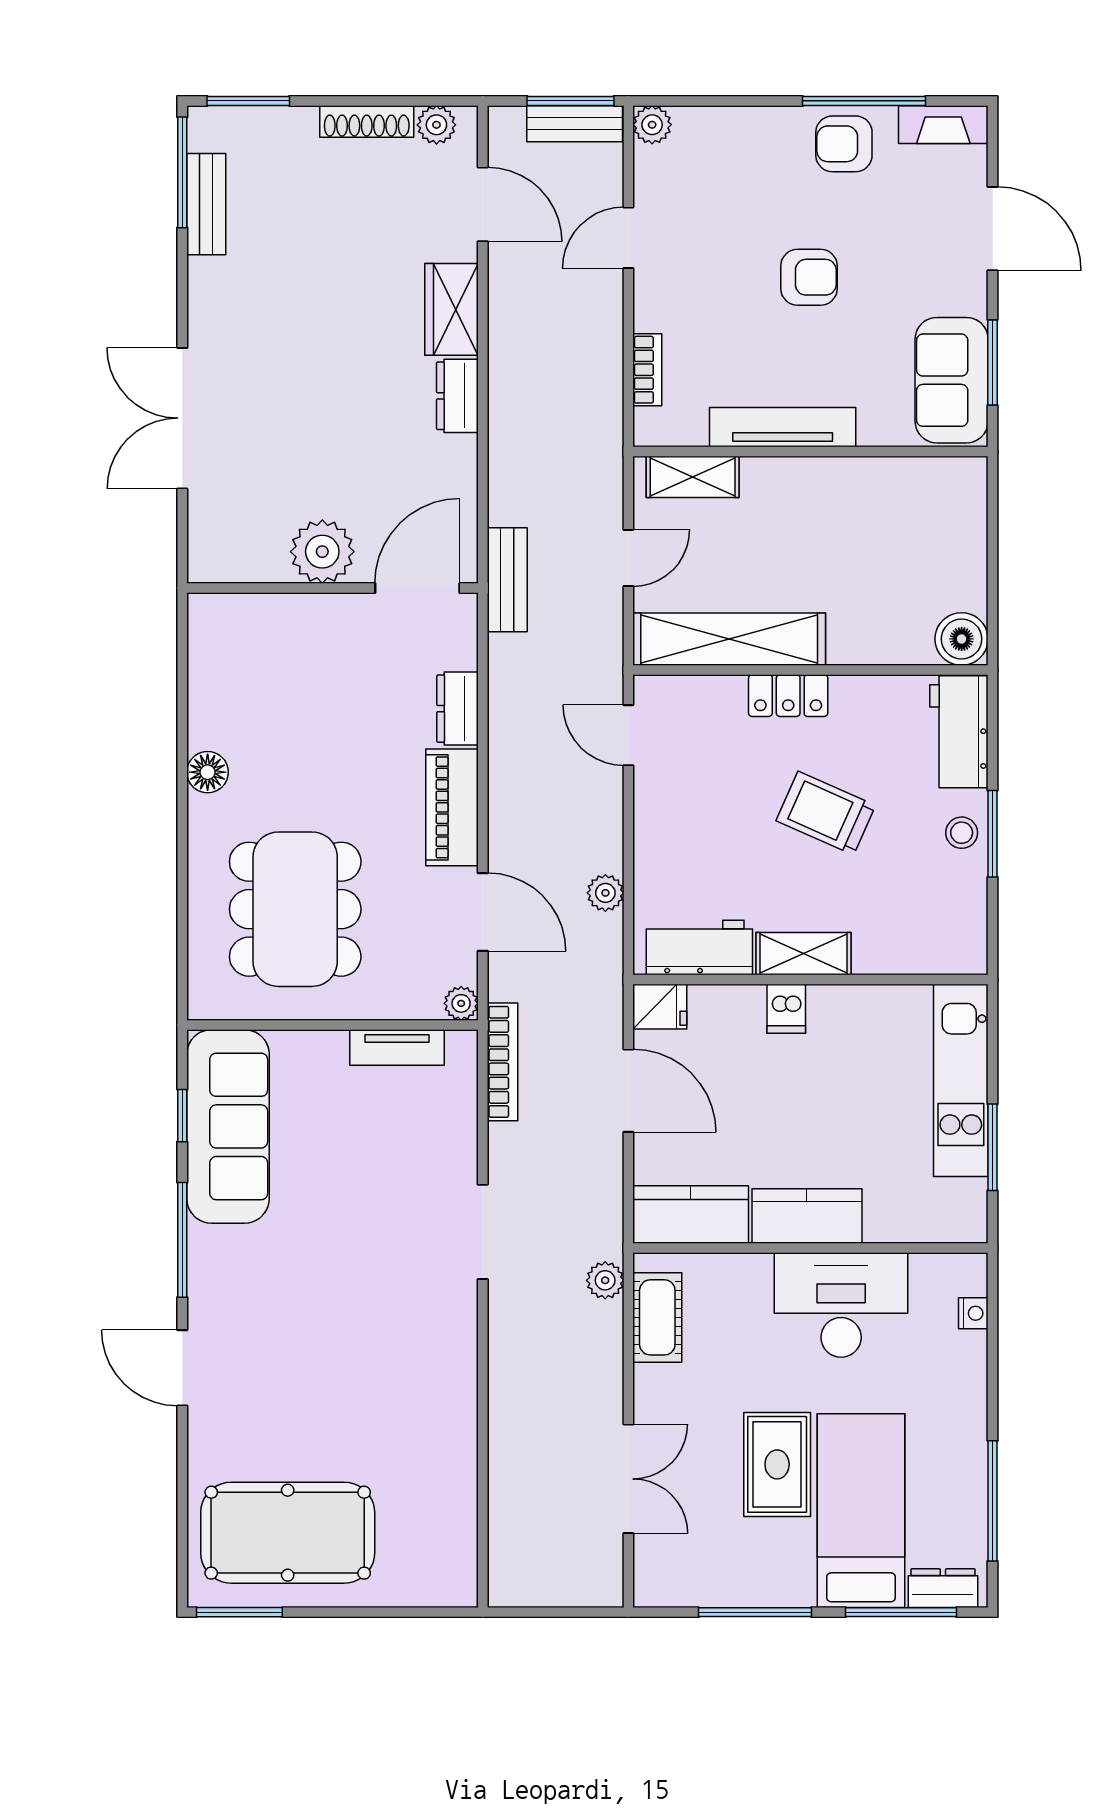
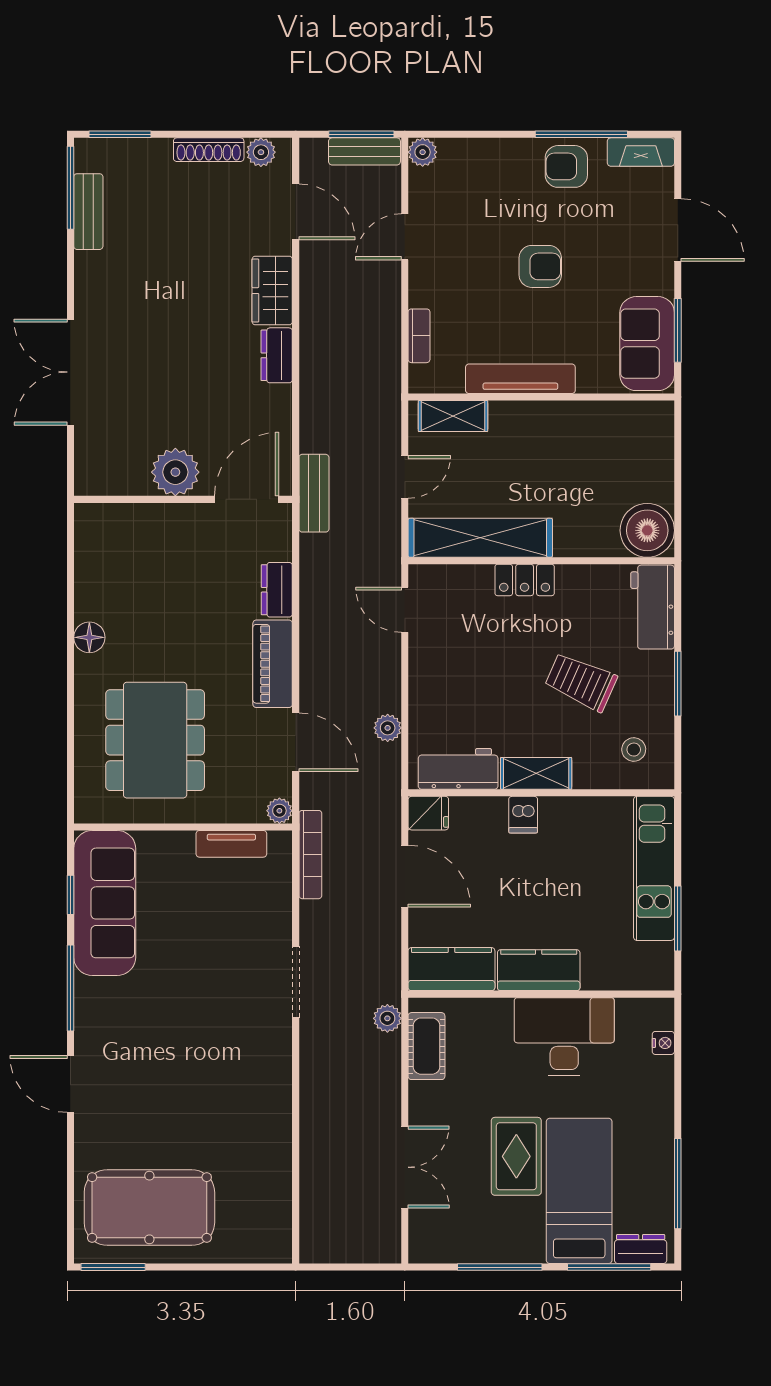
boiler: (962, 639) -> (647, 530), width x1.37, depth x1.37
trolley: (826, 813) -> (581, 682), moved
stool: (962, 833) -> (634, 750), moved

